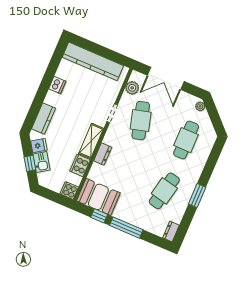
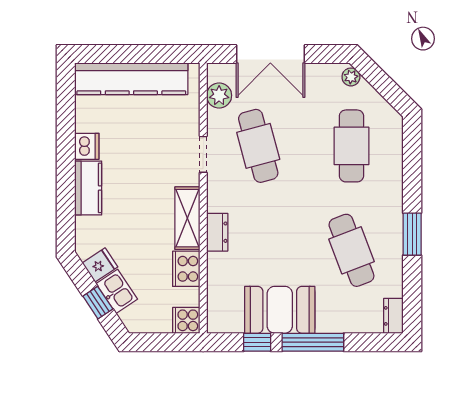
kitchen counter: (44, 119) -> (88, 188), moved
cafe table: (164, 191) -> (351, 250), turned -33
booth: (98, 197) -> (280, 310), moved

